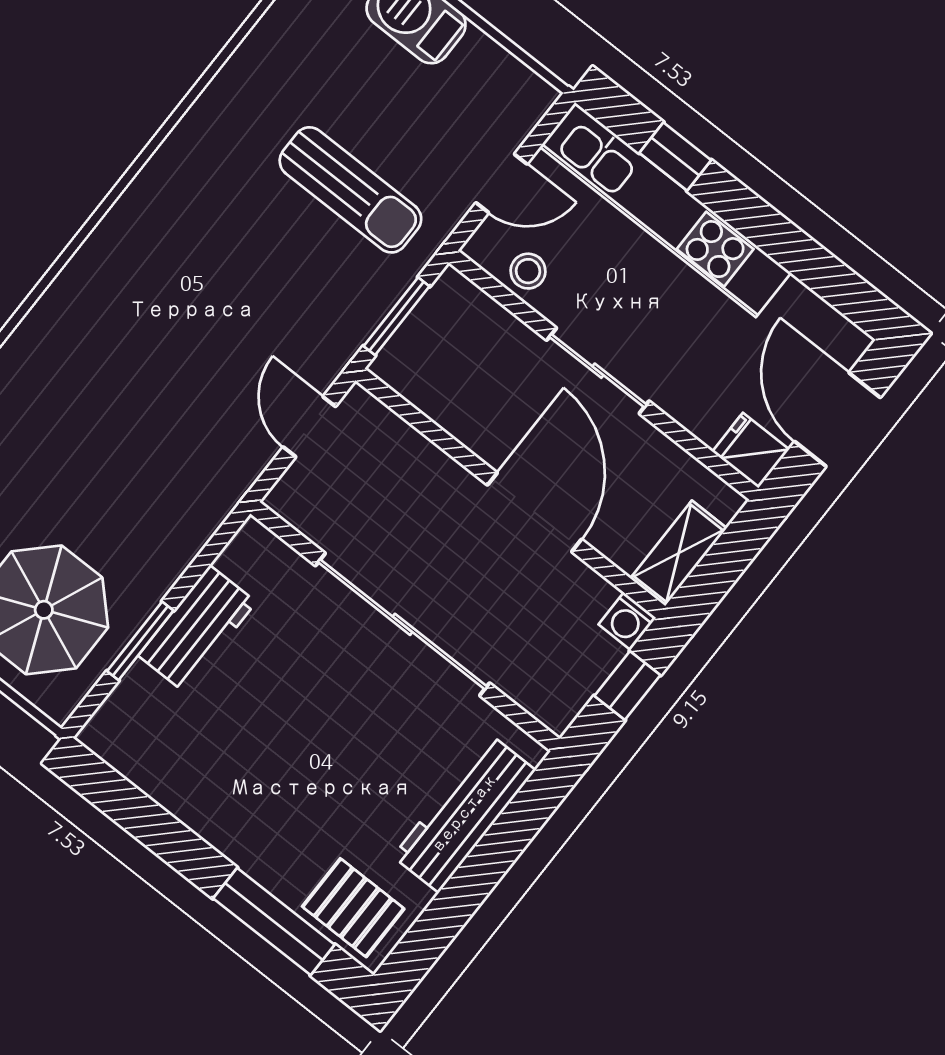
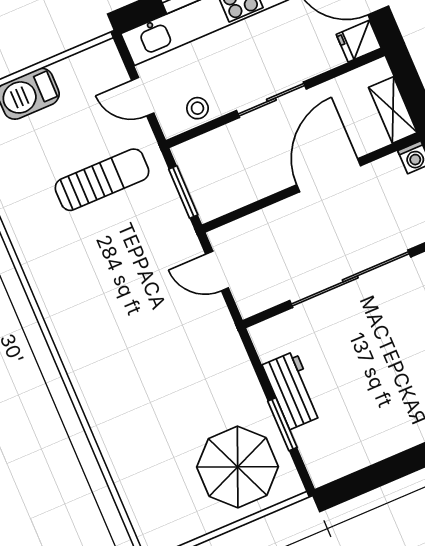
door: (502, 183) -> (143, 97), swing flipped
door: (534, 512) -> (329, 175), hinge flipped

